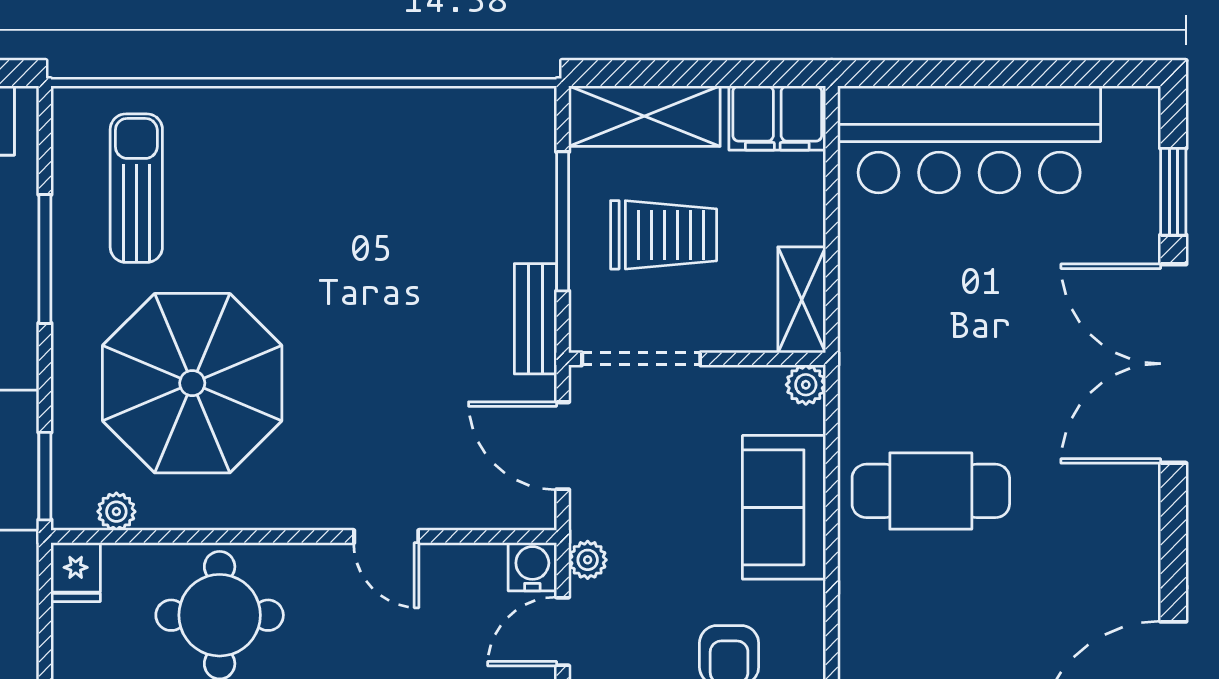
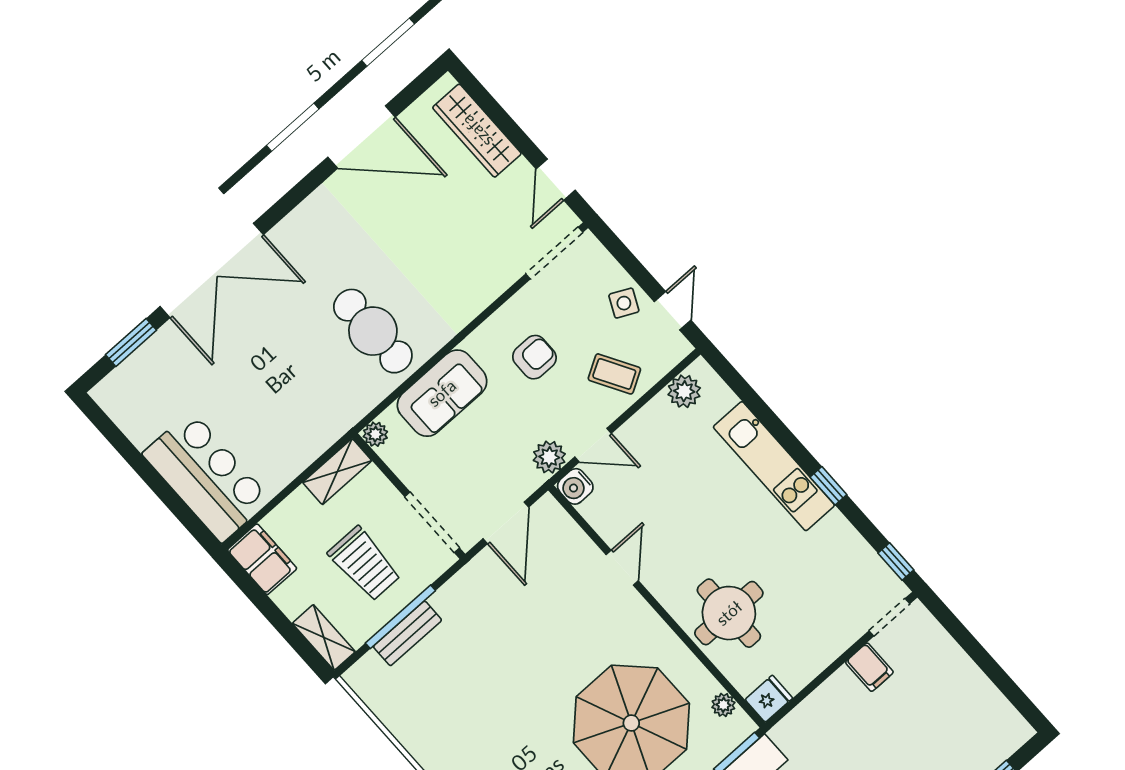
shelving: (644, 116) -> (324, 637), width x0.67, depth x0.75
bar counter: (969, 139) -> (206, 477), width x0.73
trolley: (664, 235) -> (364, 564), turned 180
bench: (535, 319) -> (408, 633), moved
plant: (588, 560) -> (549, 457), width x1.38, depth x1.38

